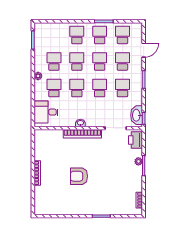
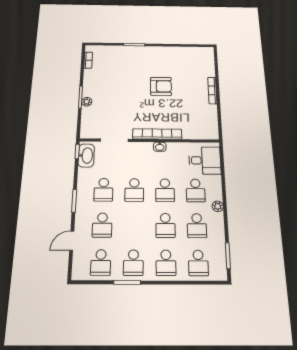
school desk: (100, 62) -> (198, 263), moved
printer: (136, 140) -> (89, 126), removed

